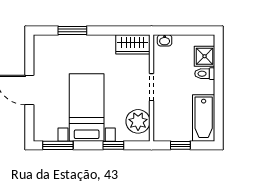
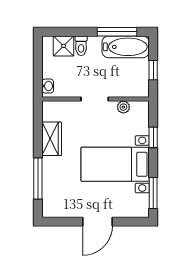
window: (72, 31) -> (38, 178), width x1.44
wardrobe: (133, 44) -> (52, 139), moved
window: (219, 109) -> (117, 32), added
plant: (138, 121) -> (123, 107), width x0.53, depth x0.53

